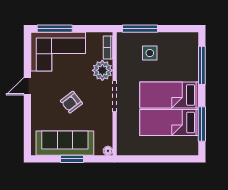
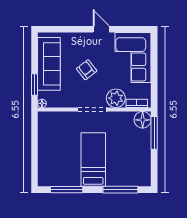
window: (55, 29) -> (154, 55), removed
floor lamp: (126, 41) -> (143, 120), added
side table: (150, 53) -> (132, 142), removed
bed: (169, 122) -> (68, 160), removed
window: (72, 159) -> (35, 84), moved

